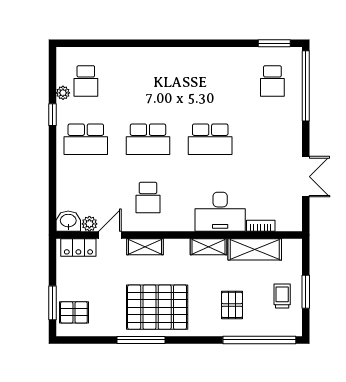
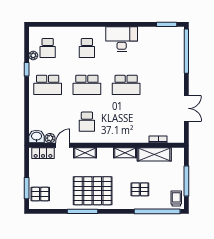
school desk: (272, 81) -> (87, 48), moved
desk: (220, 212) -> (122, 39), moved, turned 180
window: (306, 292) -> (186, 181), width x1.44
trolley: (282, 296) -> (176, 199), moved
pallet: (232, 305) -> (140, 189), turned 90

